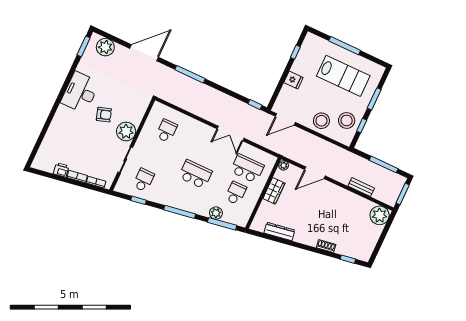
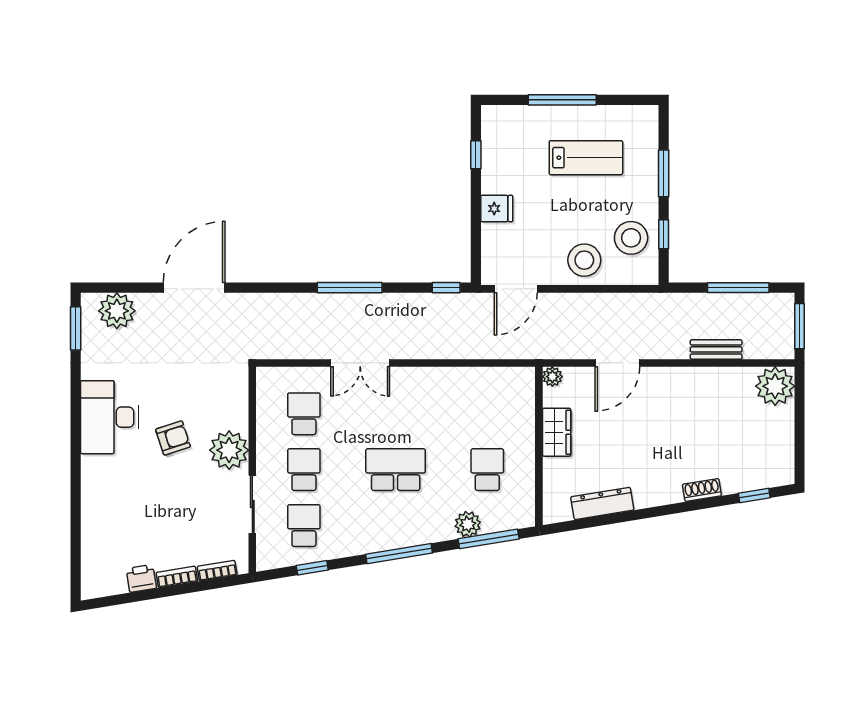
window: (190, 74) -> (350, 288), moved
lab bench: (343, 76) -> (586, 158), width x0.73, depth x0.72
double door: (230, 133) -> (360, 363), moved
school desk: (247, 168) -> (304, 470), moved, width x0.54

